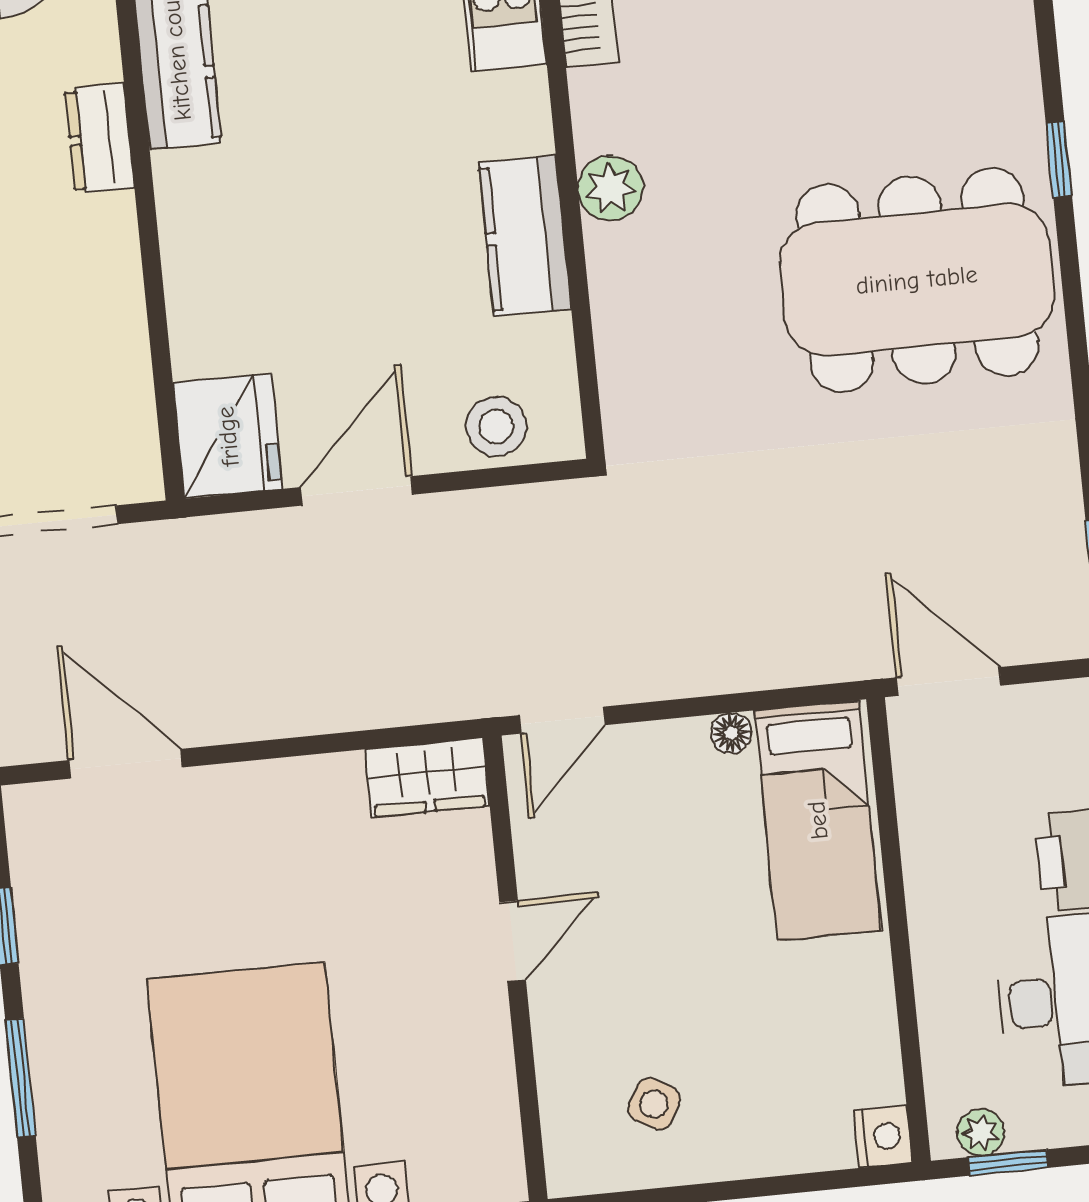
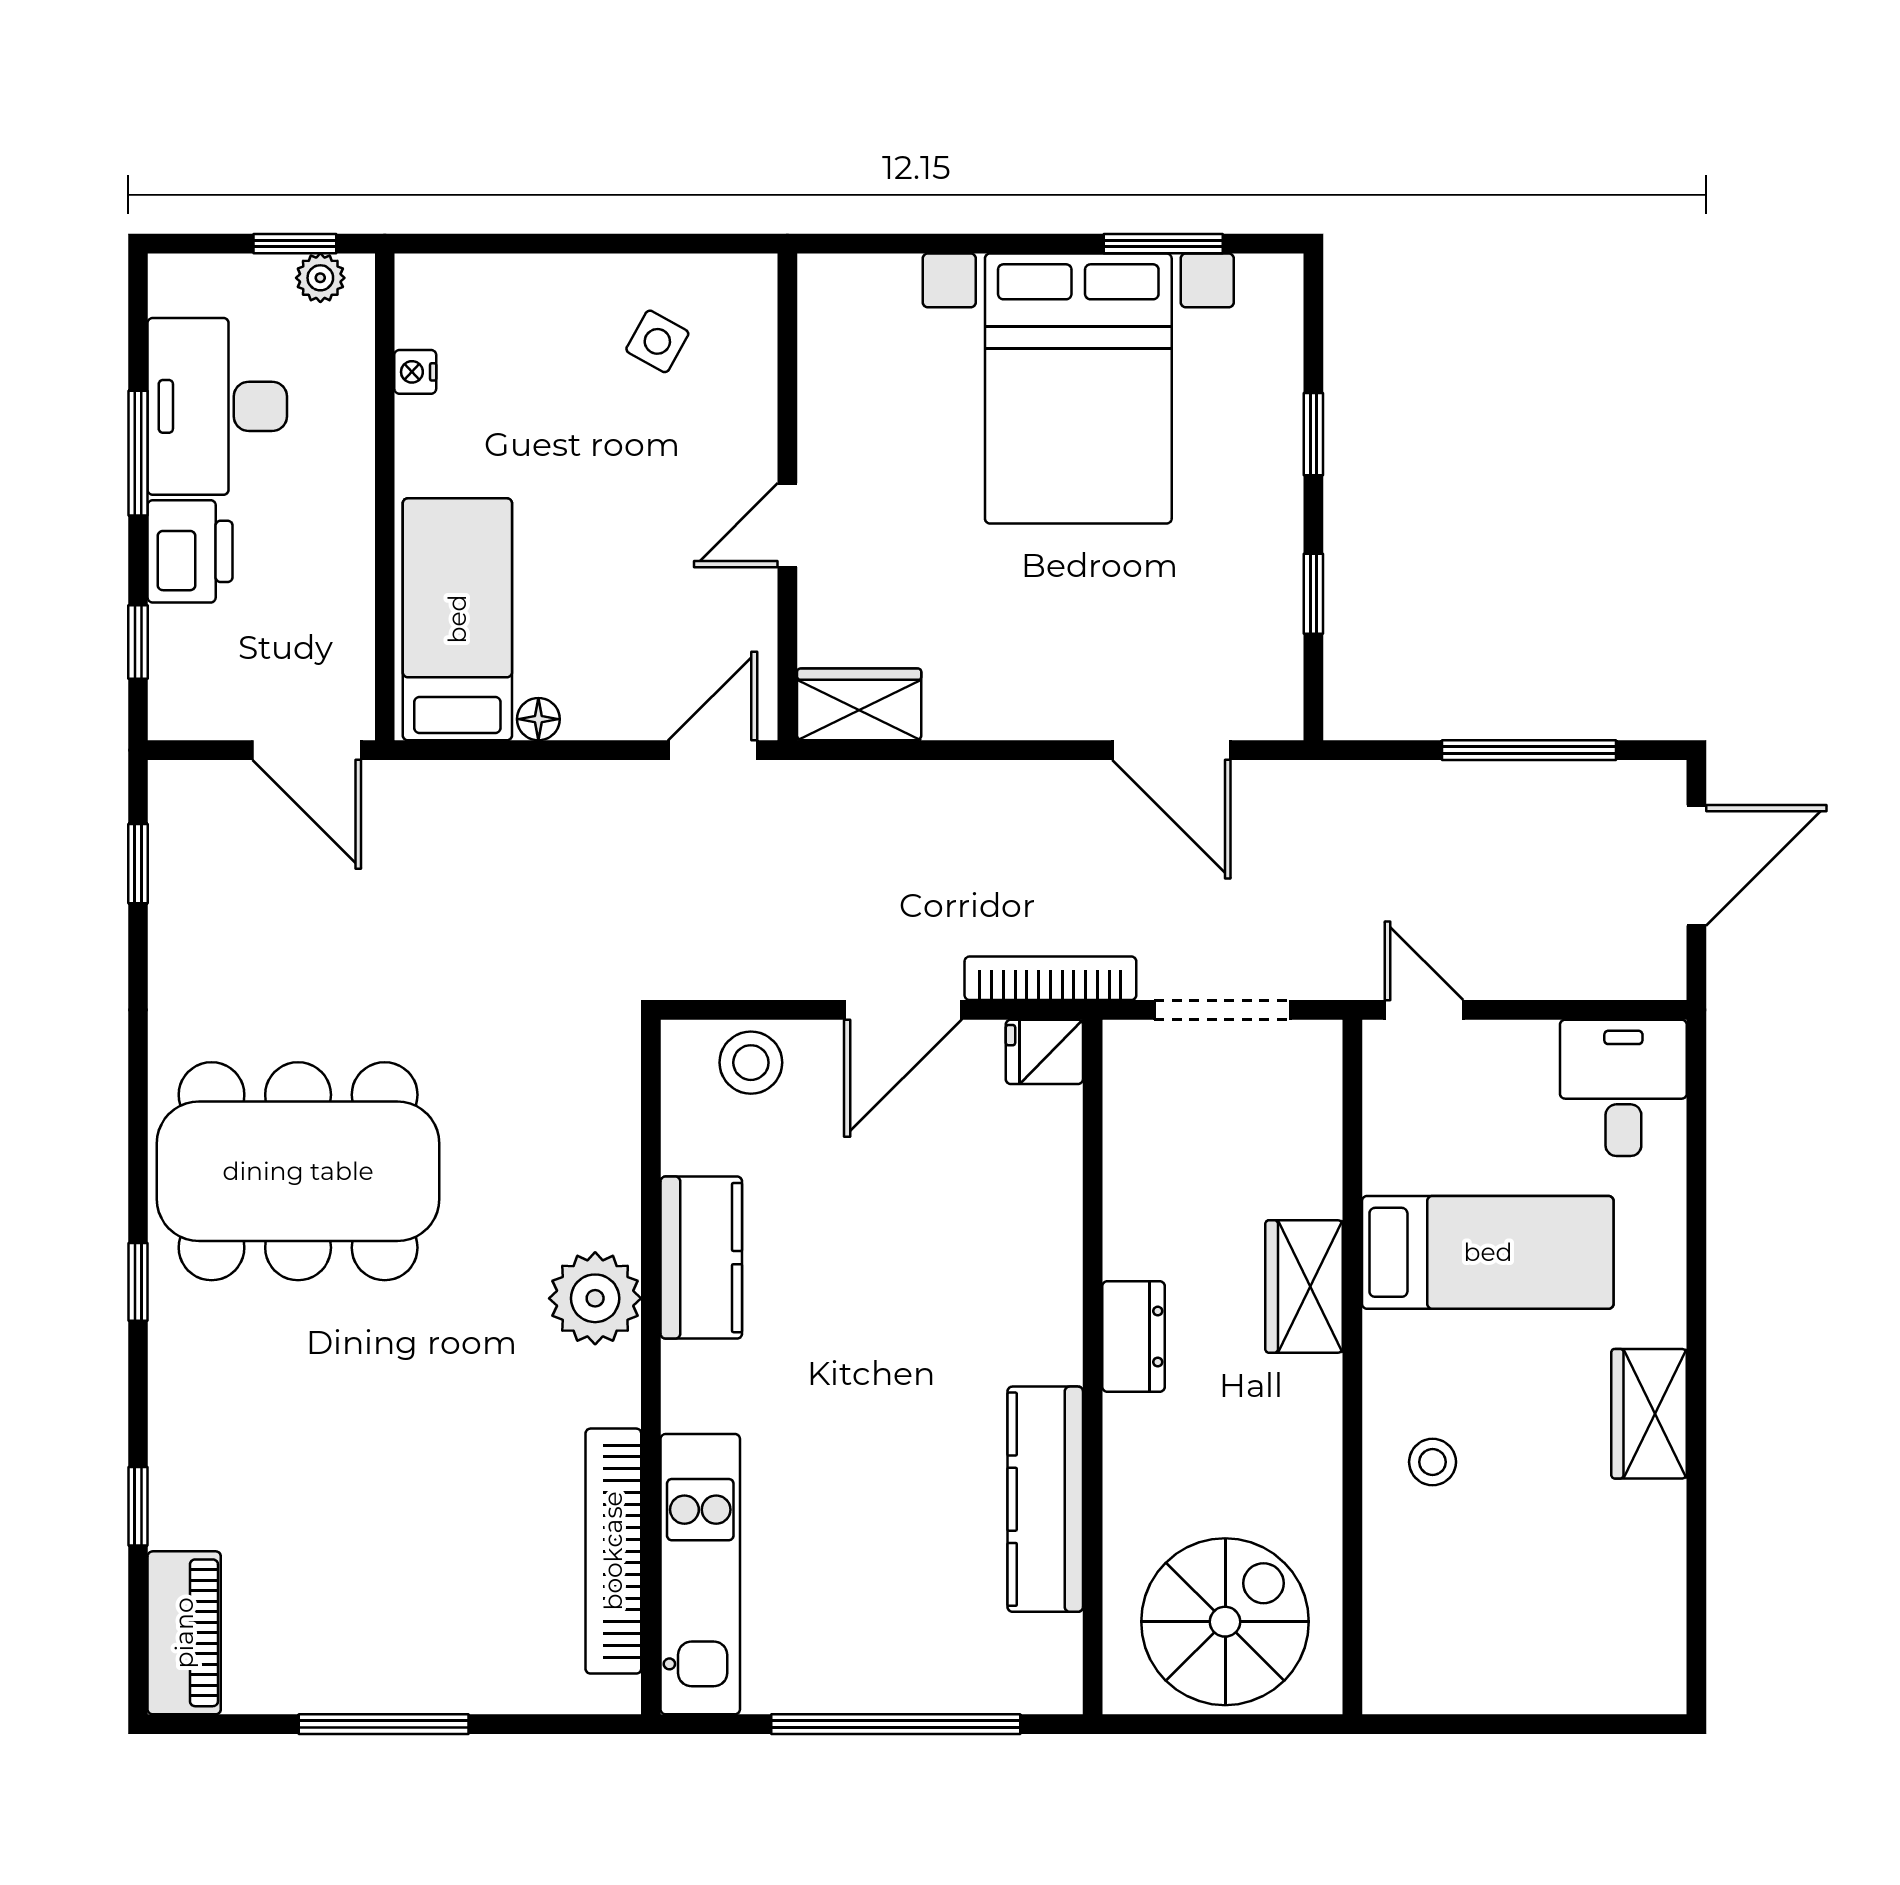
dresser: (100, 138) -> (1133, 1337), moved
plant: (610, 188) -> (595, 1298), width x1.36, depth x1.36
fridge: (228, 436) -> (1044, 1052), width x0.53, depth x0.75
bookcase: (219, 535) -> (1050, 978), added
window: (21, 1078) -> (1313, 434), width x0.67
nightstand: (883, 1136) -> (415, 372), moved, width x0.72, depth x0.74

